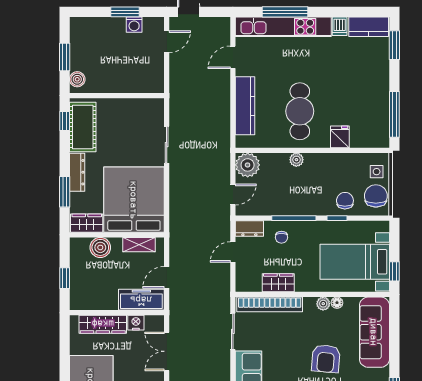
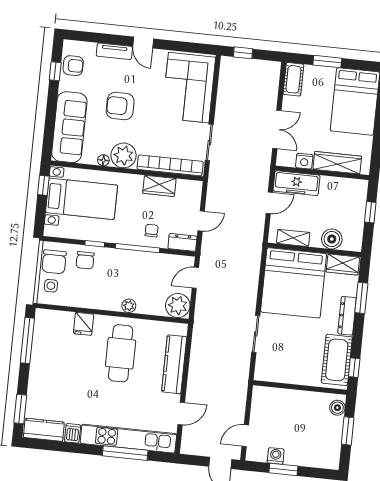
plant: (323, 304) -> (124, 155), width x1.88, depth x1.88
armchair: (326, 359) -> (120, 106), turned -95

